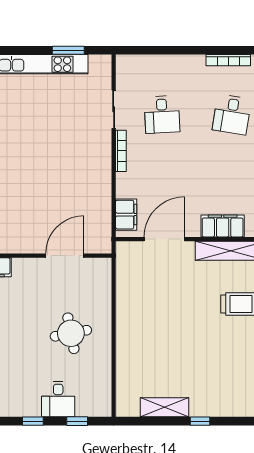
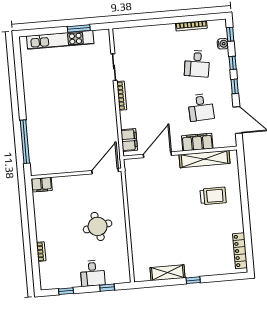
desk: (162, 115) -> (201, 107), moved
door: (65, 256) -> (105, 171), moved
window: (33, 421) -> (66, 291), moved

